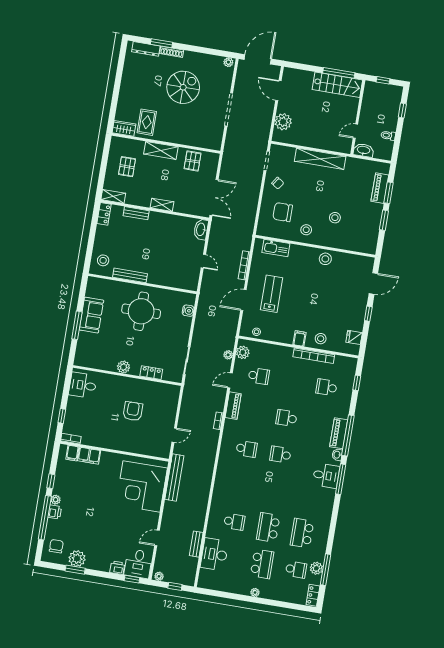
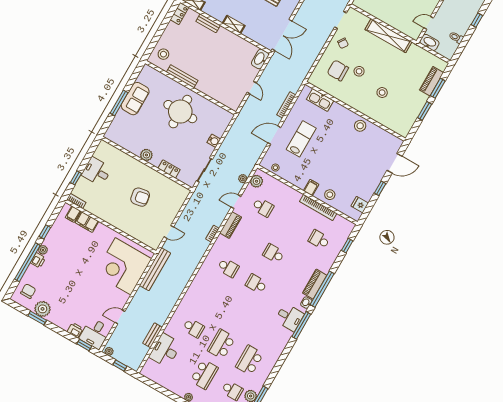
stool: (306, 230) -> (359, 71), moved
water cooler: (188, 311) -> (214, 141), moved
desk: (83, 385) -> (97, 171), moved
armchair: (133, 411) -> (140, 197), turned 80

